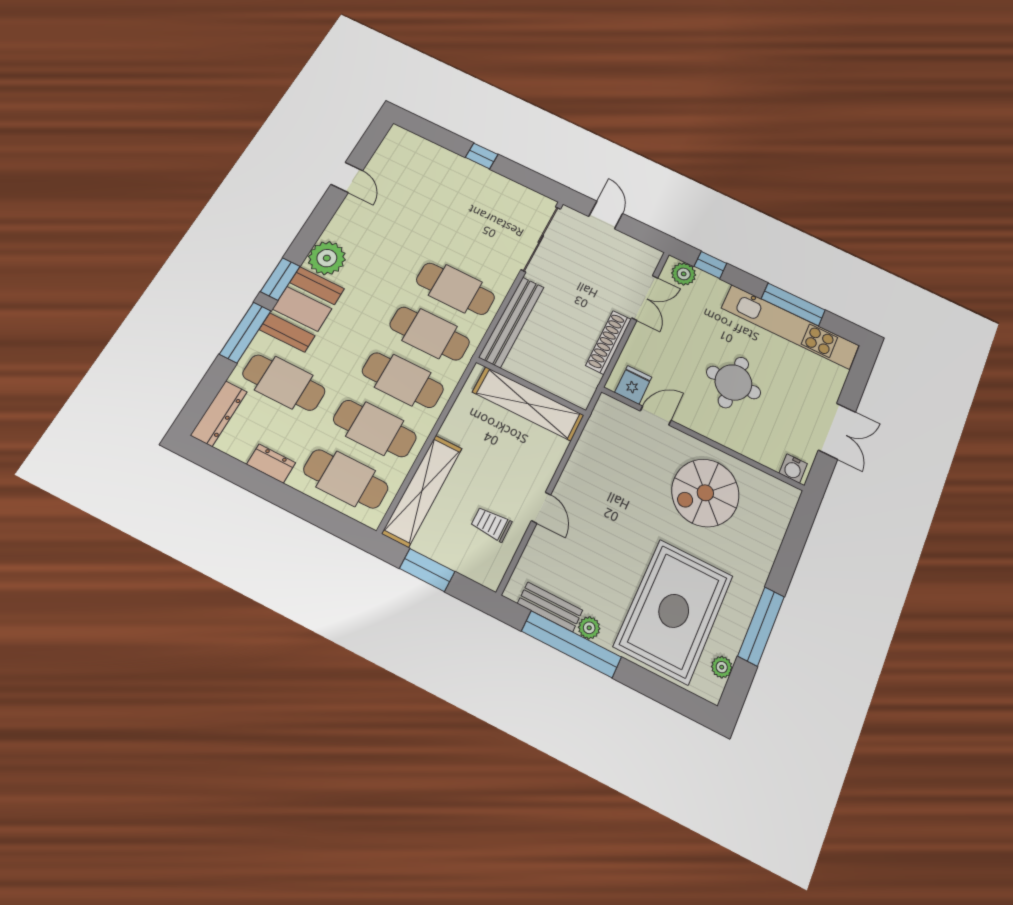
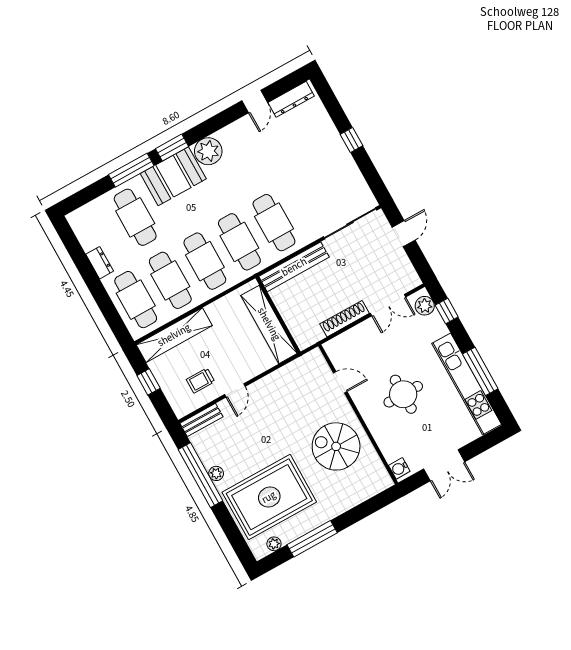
fridge: (633, 385) -> (340, 355), removed
dresser: (219, 413) -> (291, 99), moved
trolley: (491, 524) -> (200, 381), turned -90
window: (427, 570) -> (149, 382), width x0.67
bench: (550, 607) -> (201, 420), moved, turned 90

